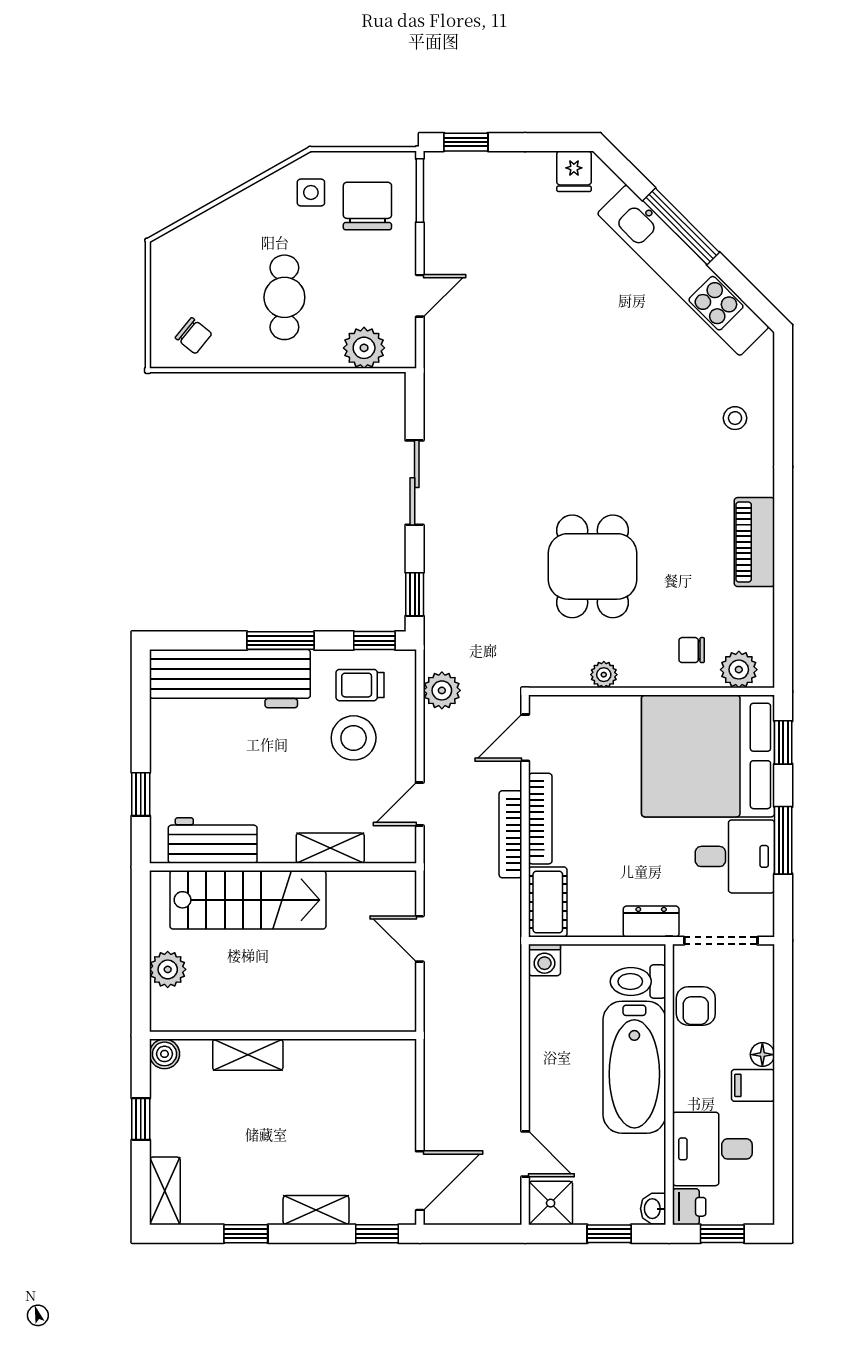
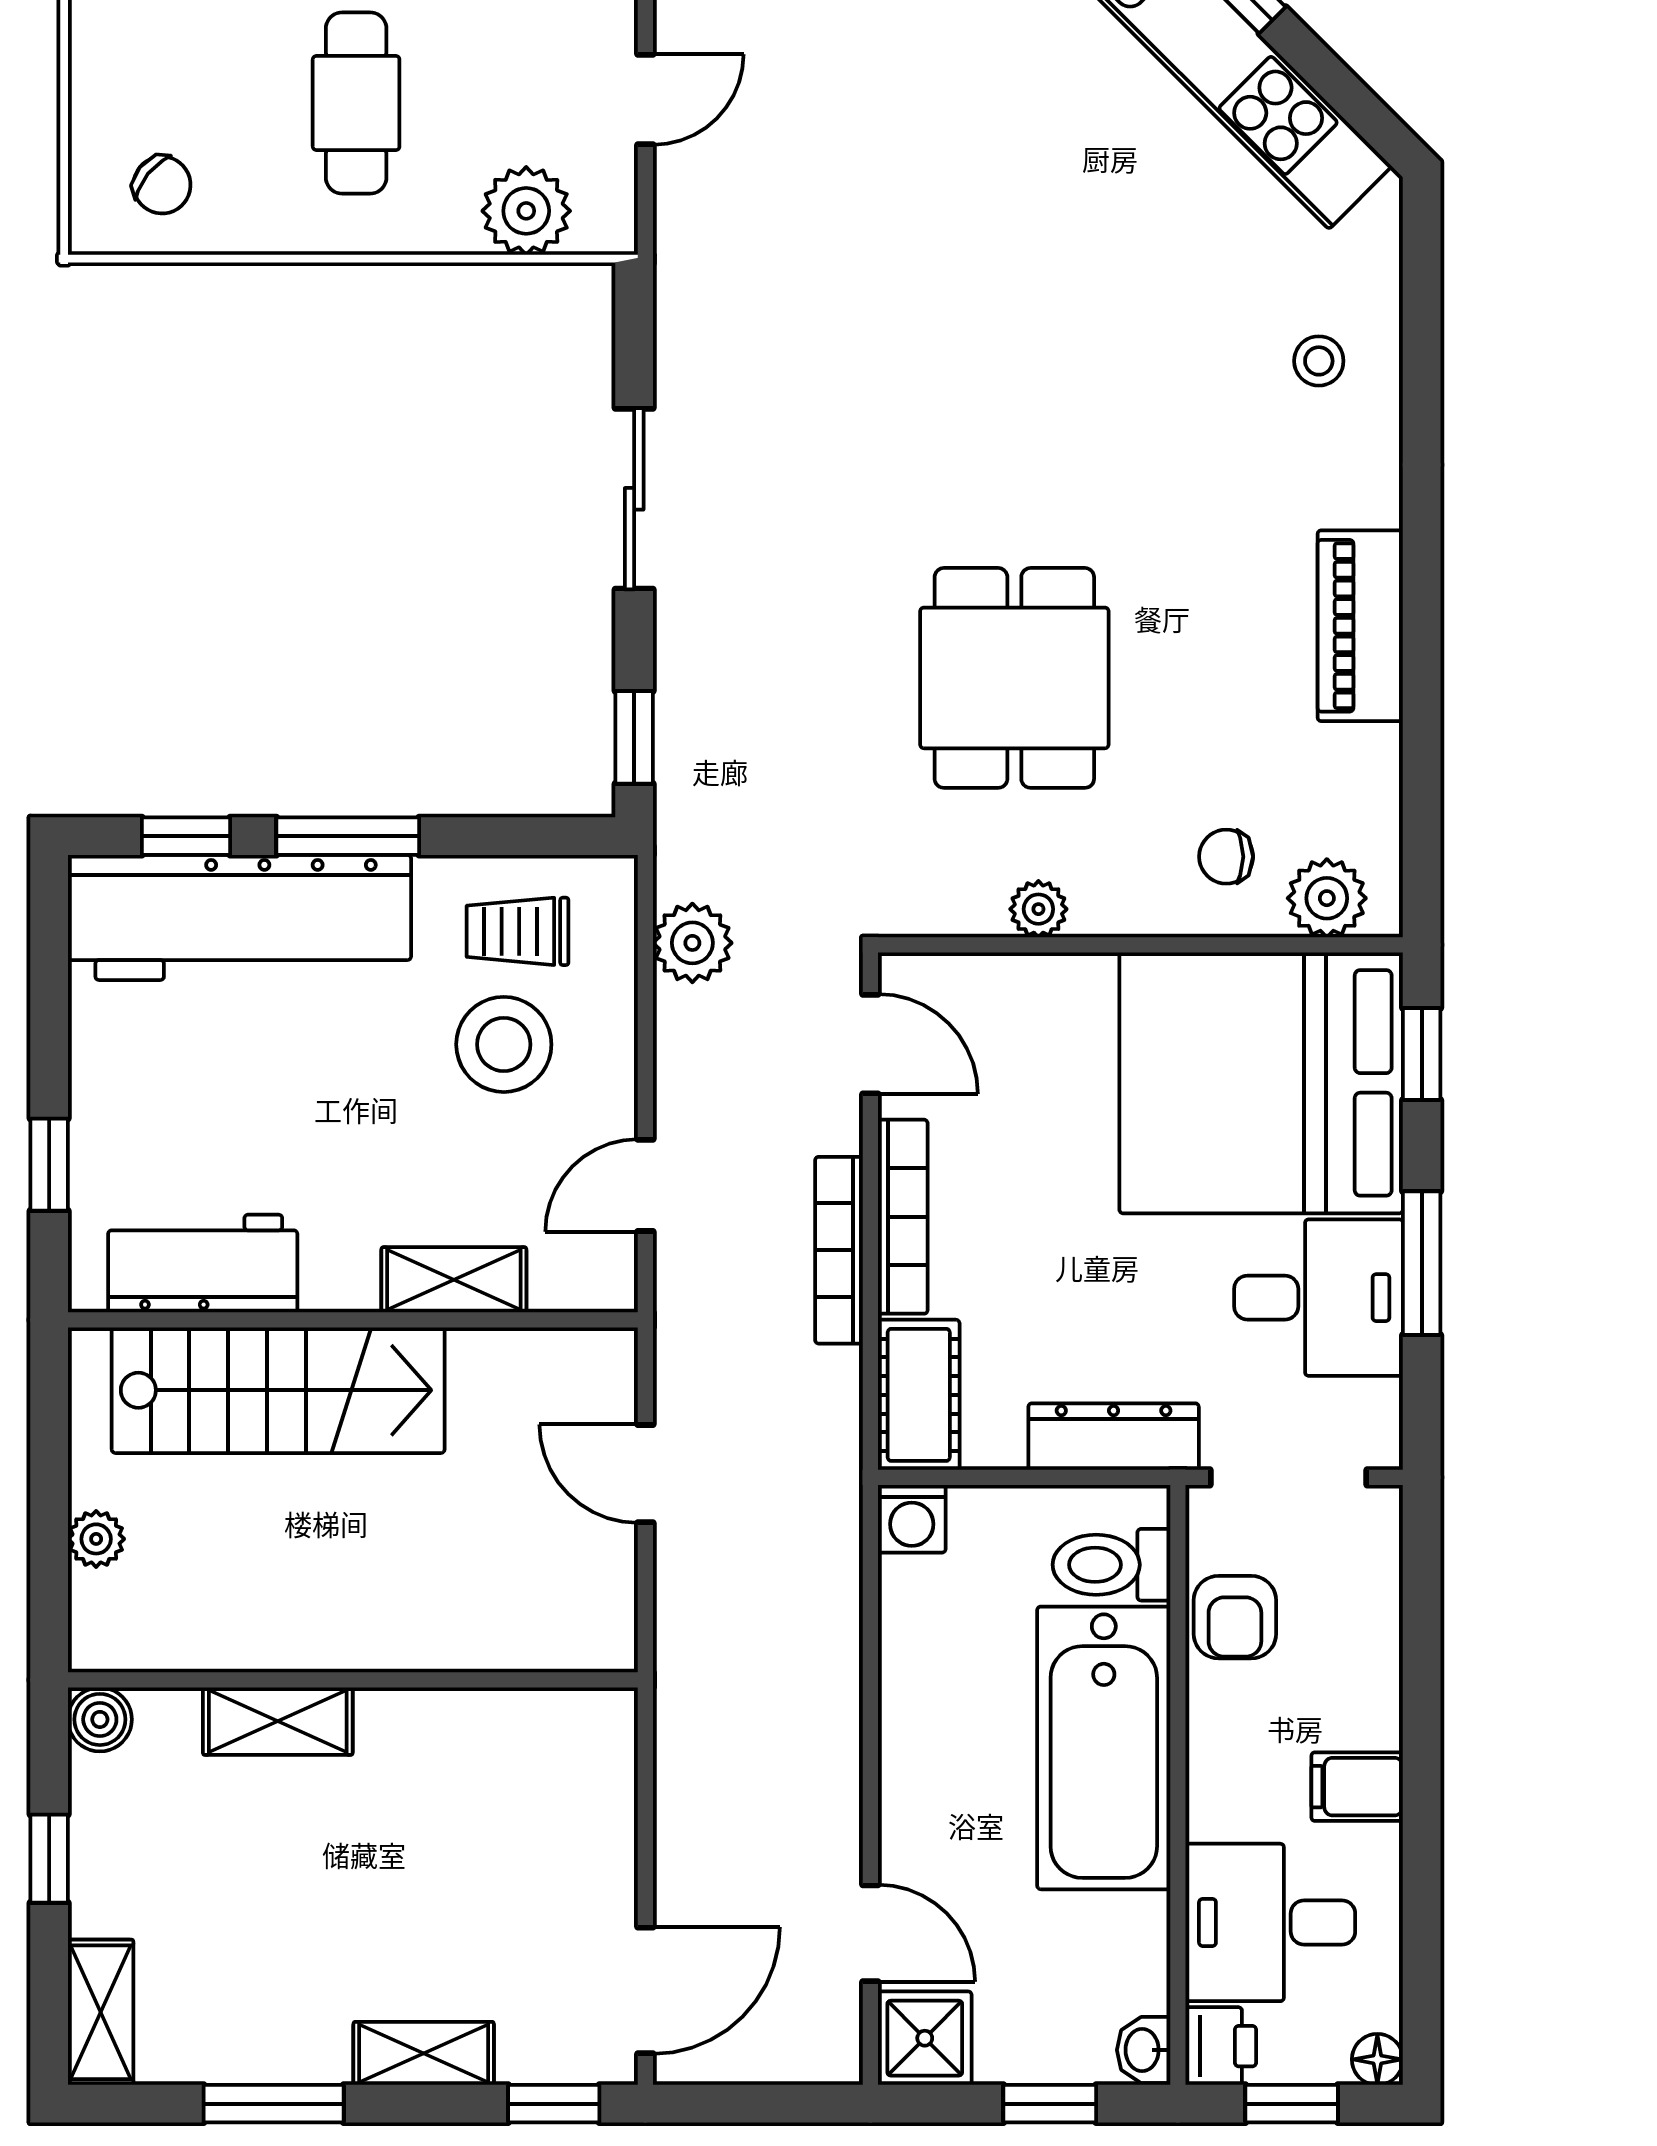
window: (374, 641) -> (186, 836), moved
door: (525, 738) -> (870, 1044), swing flipped
dresser: (651, 922) -> (1114, 1437), width x1.44
plant: (168, 969) -> (96, 1539), width x0.73, depth x0.73
floor lamp: (762, 1055) -> (1377, 2059), moved
window: (246, 1234) -> (274, 2104), width x1.50

